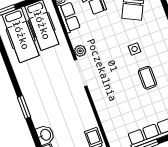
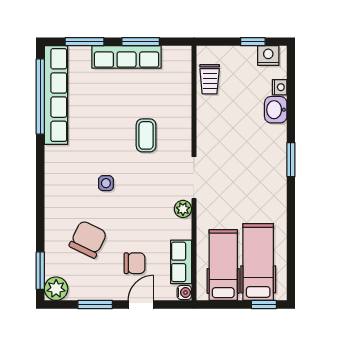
coffee table: (147, 78) -> (146, 135), moved

